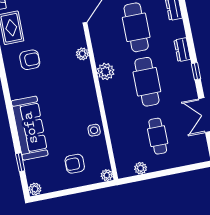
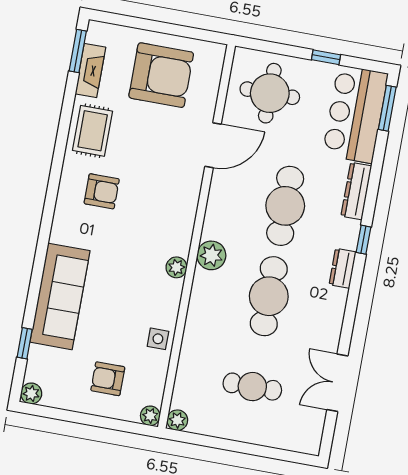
plant: (82, 54) -> (176, 267), moved
window: (196, 71) -> (363, 240), moved
cafe table: (158, 136) -> (252, 387), turned 90
plant: (141, 168) -> (177, 420), moved

